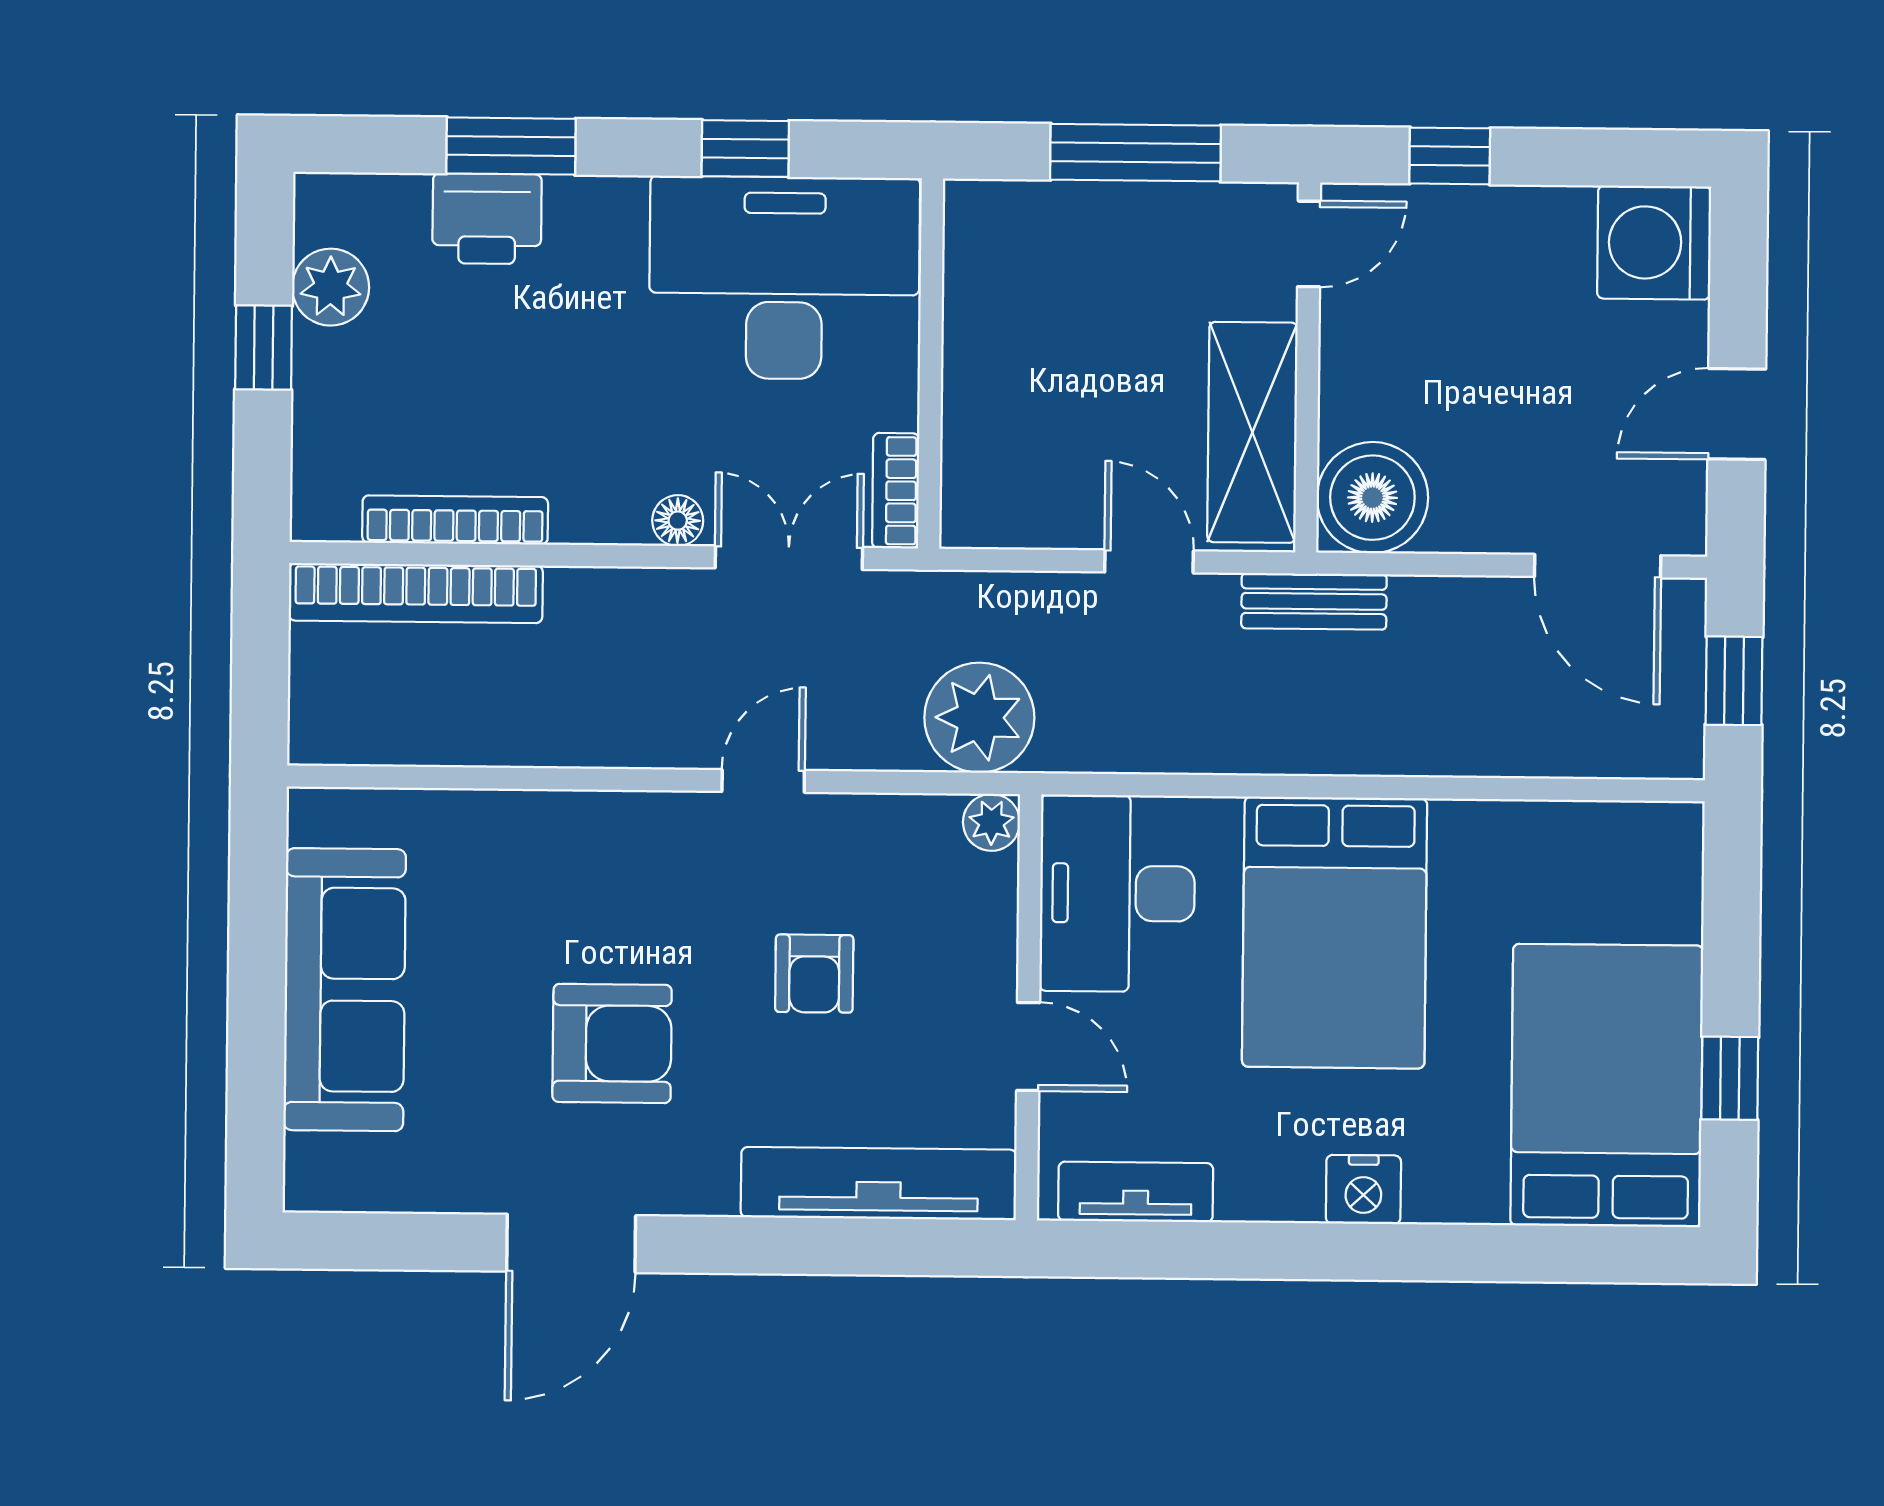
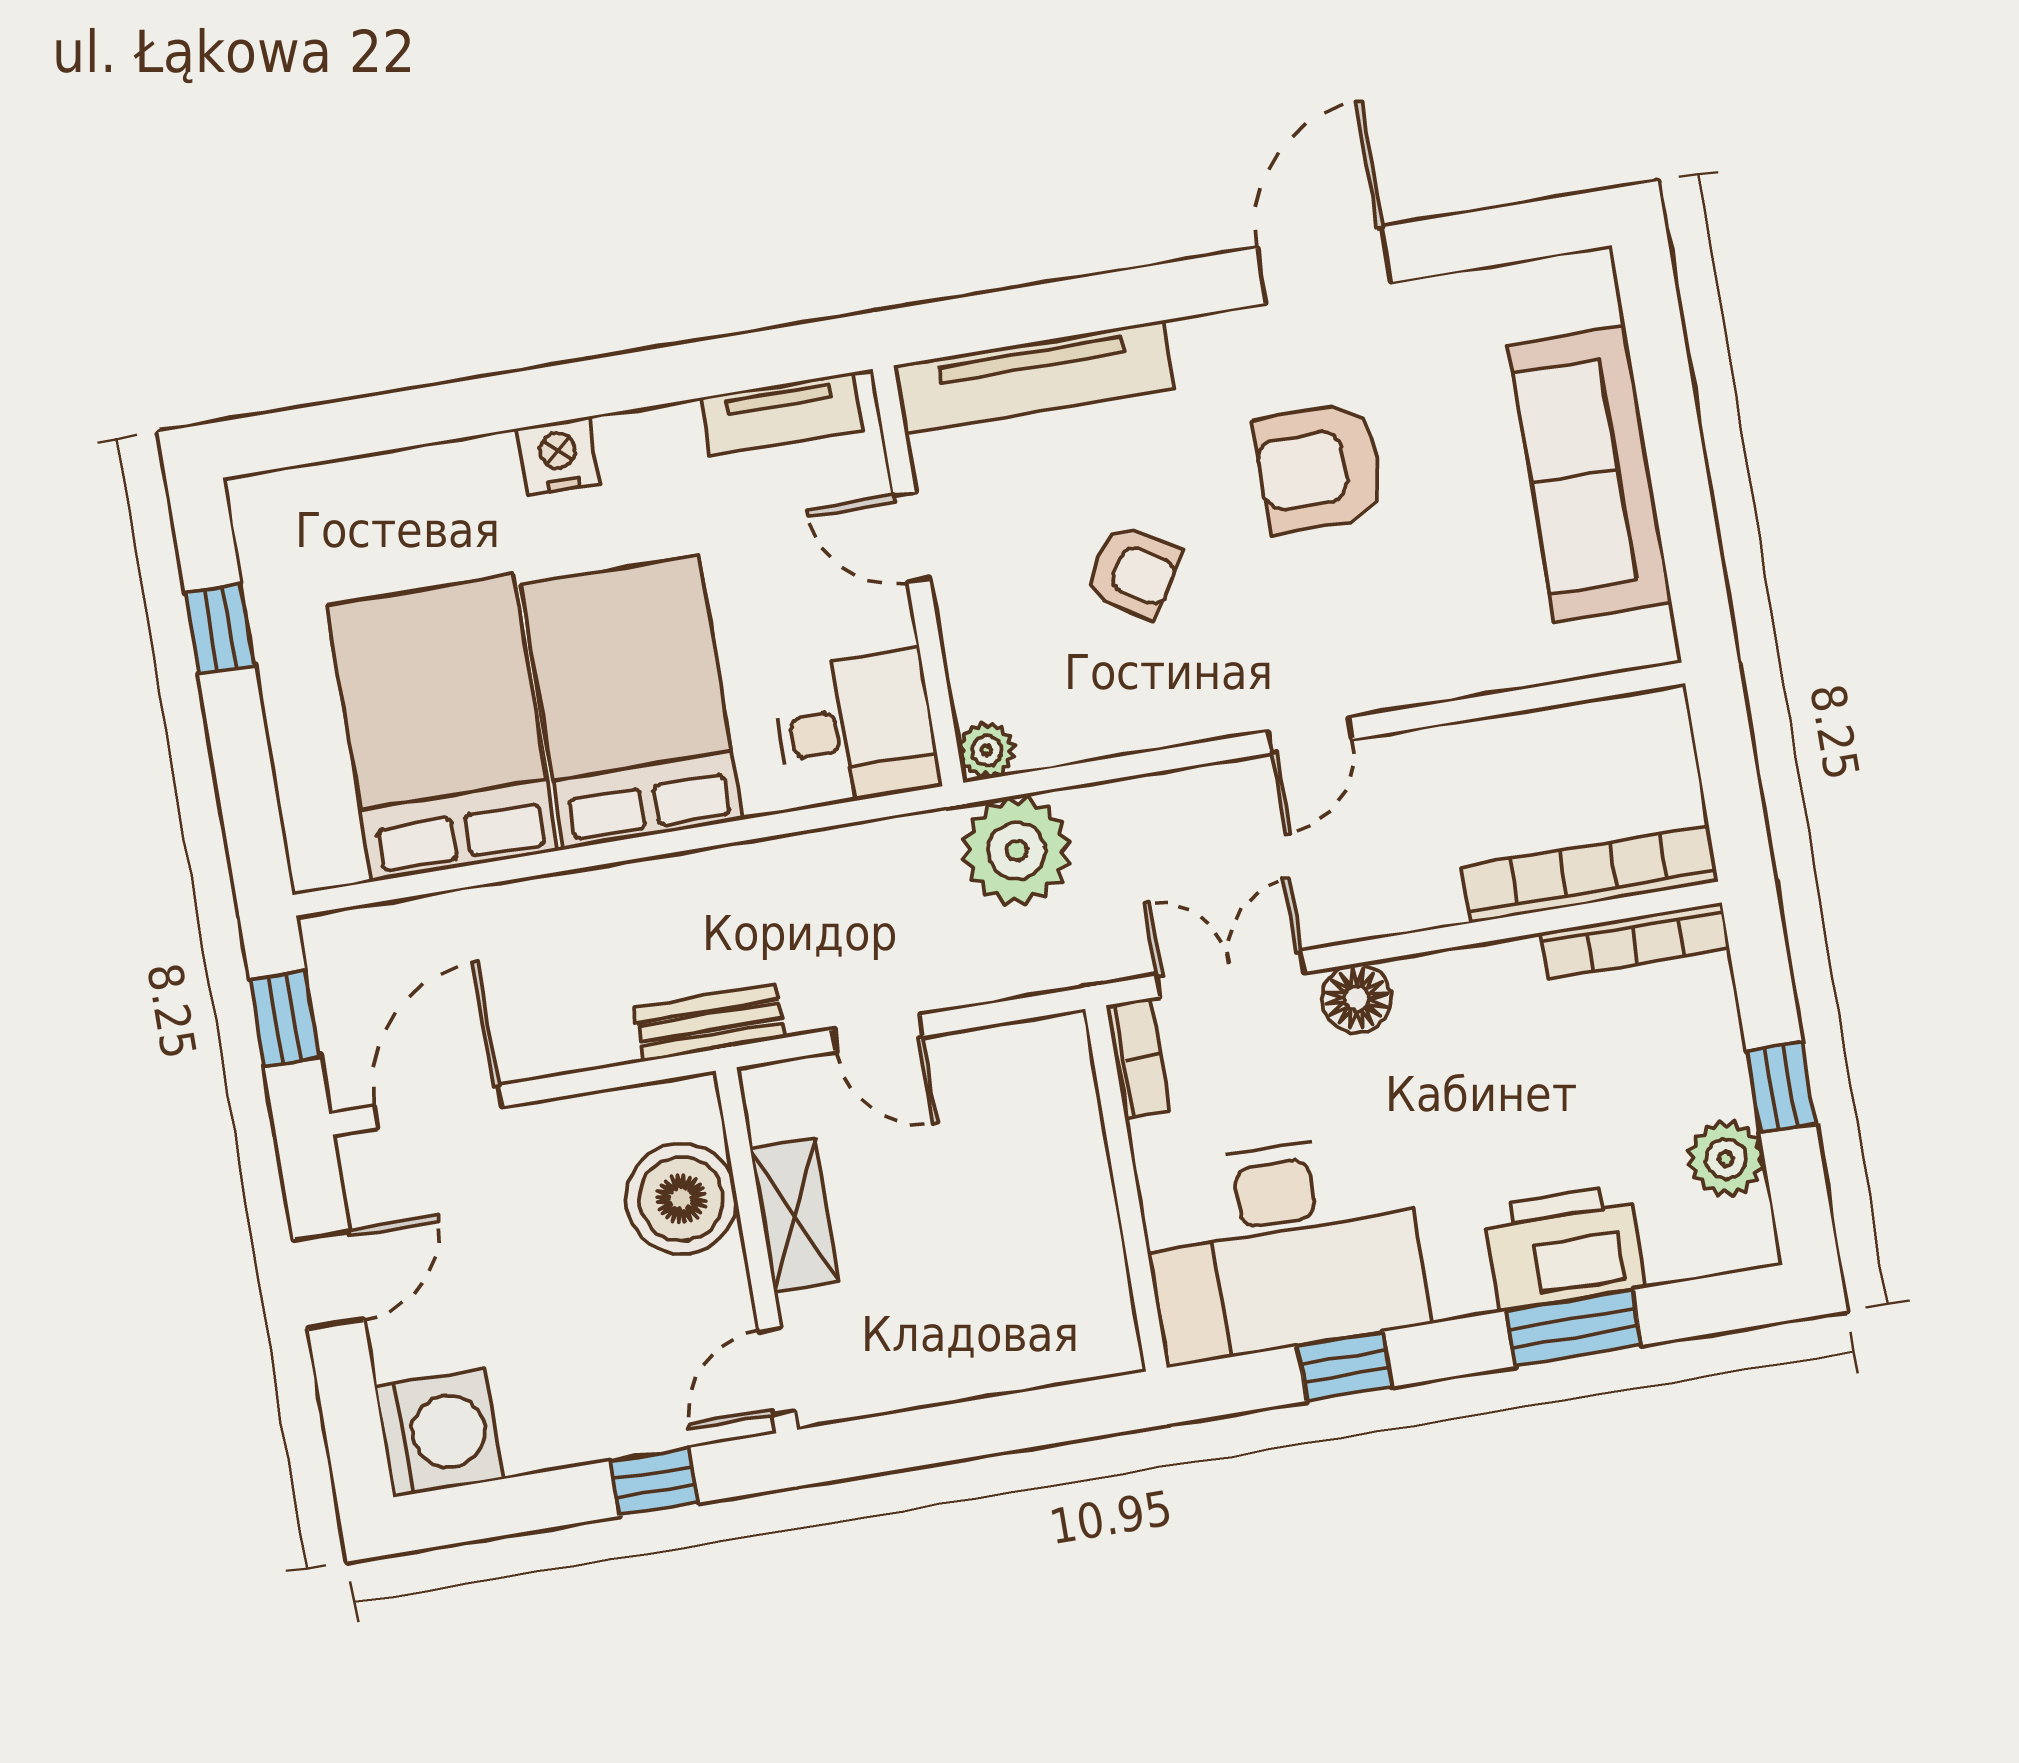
window: (1136, 153) -> (962, 1430), removed
printer: (487, 219) -> (1564, 1248), width x1.37, depth x1.19
shelving: (1252, 432) -> (794, 1215), width x0.67, depth x0.75
boiler: (1372, 498) -> (681, 1199), moved
bookcase: (455, 520) -> (1635, 941), moved
floor lamp: (678, 521) -> (1357, 998), width x1.37, depth x1.37
double door: (789, 558) -> (1231, 974), swing flipped
door: (1598, 566) -> (438, 1106), hinge flipped
door: (763, 781) -> (1310, 735), moved
desk: (1117, 893) -> (855, 729), width x0.73
armchair: (814, 974) -> (1133, 571), turned 122
bed: (1607, 1086) -> (443, 728), moved, turned 180

